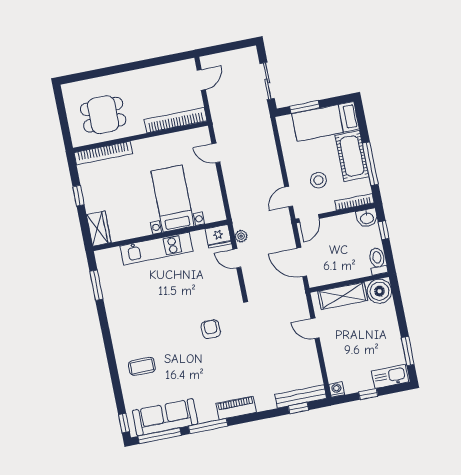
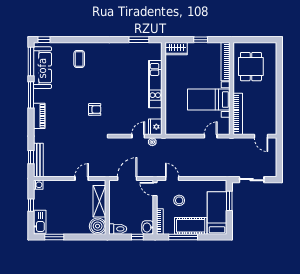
bed with nightstands: (173, 199) -> (209, 100), moved, turned 180

